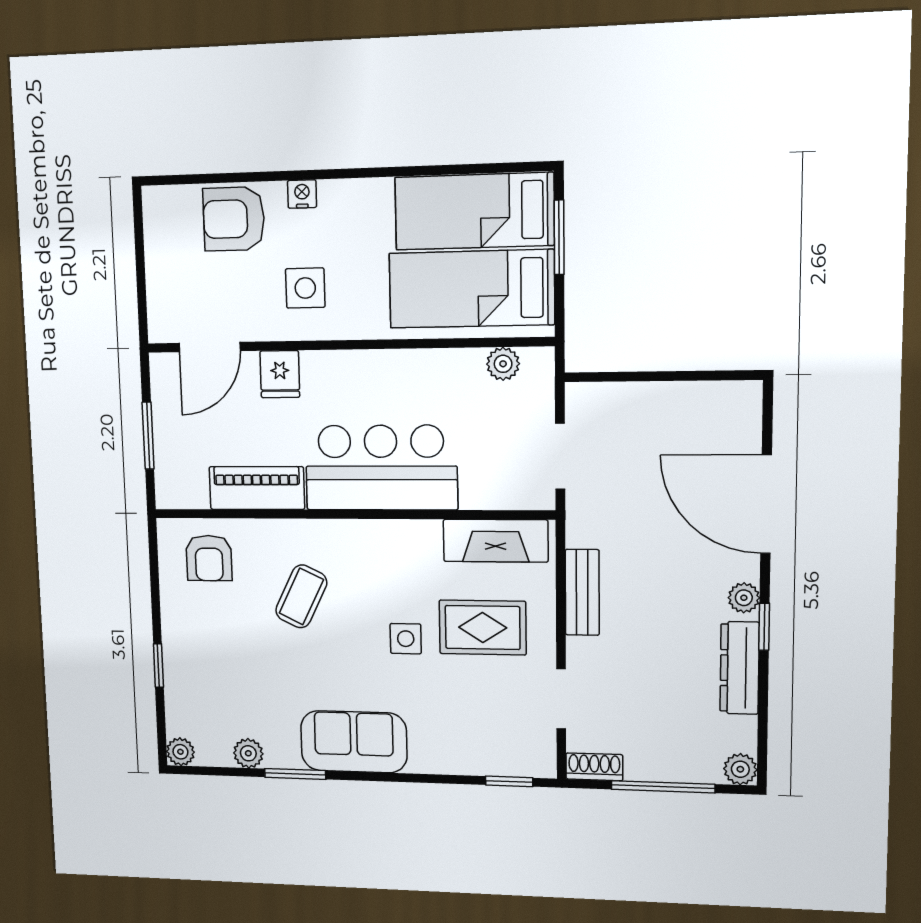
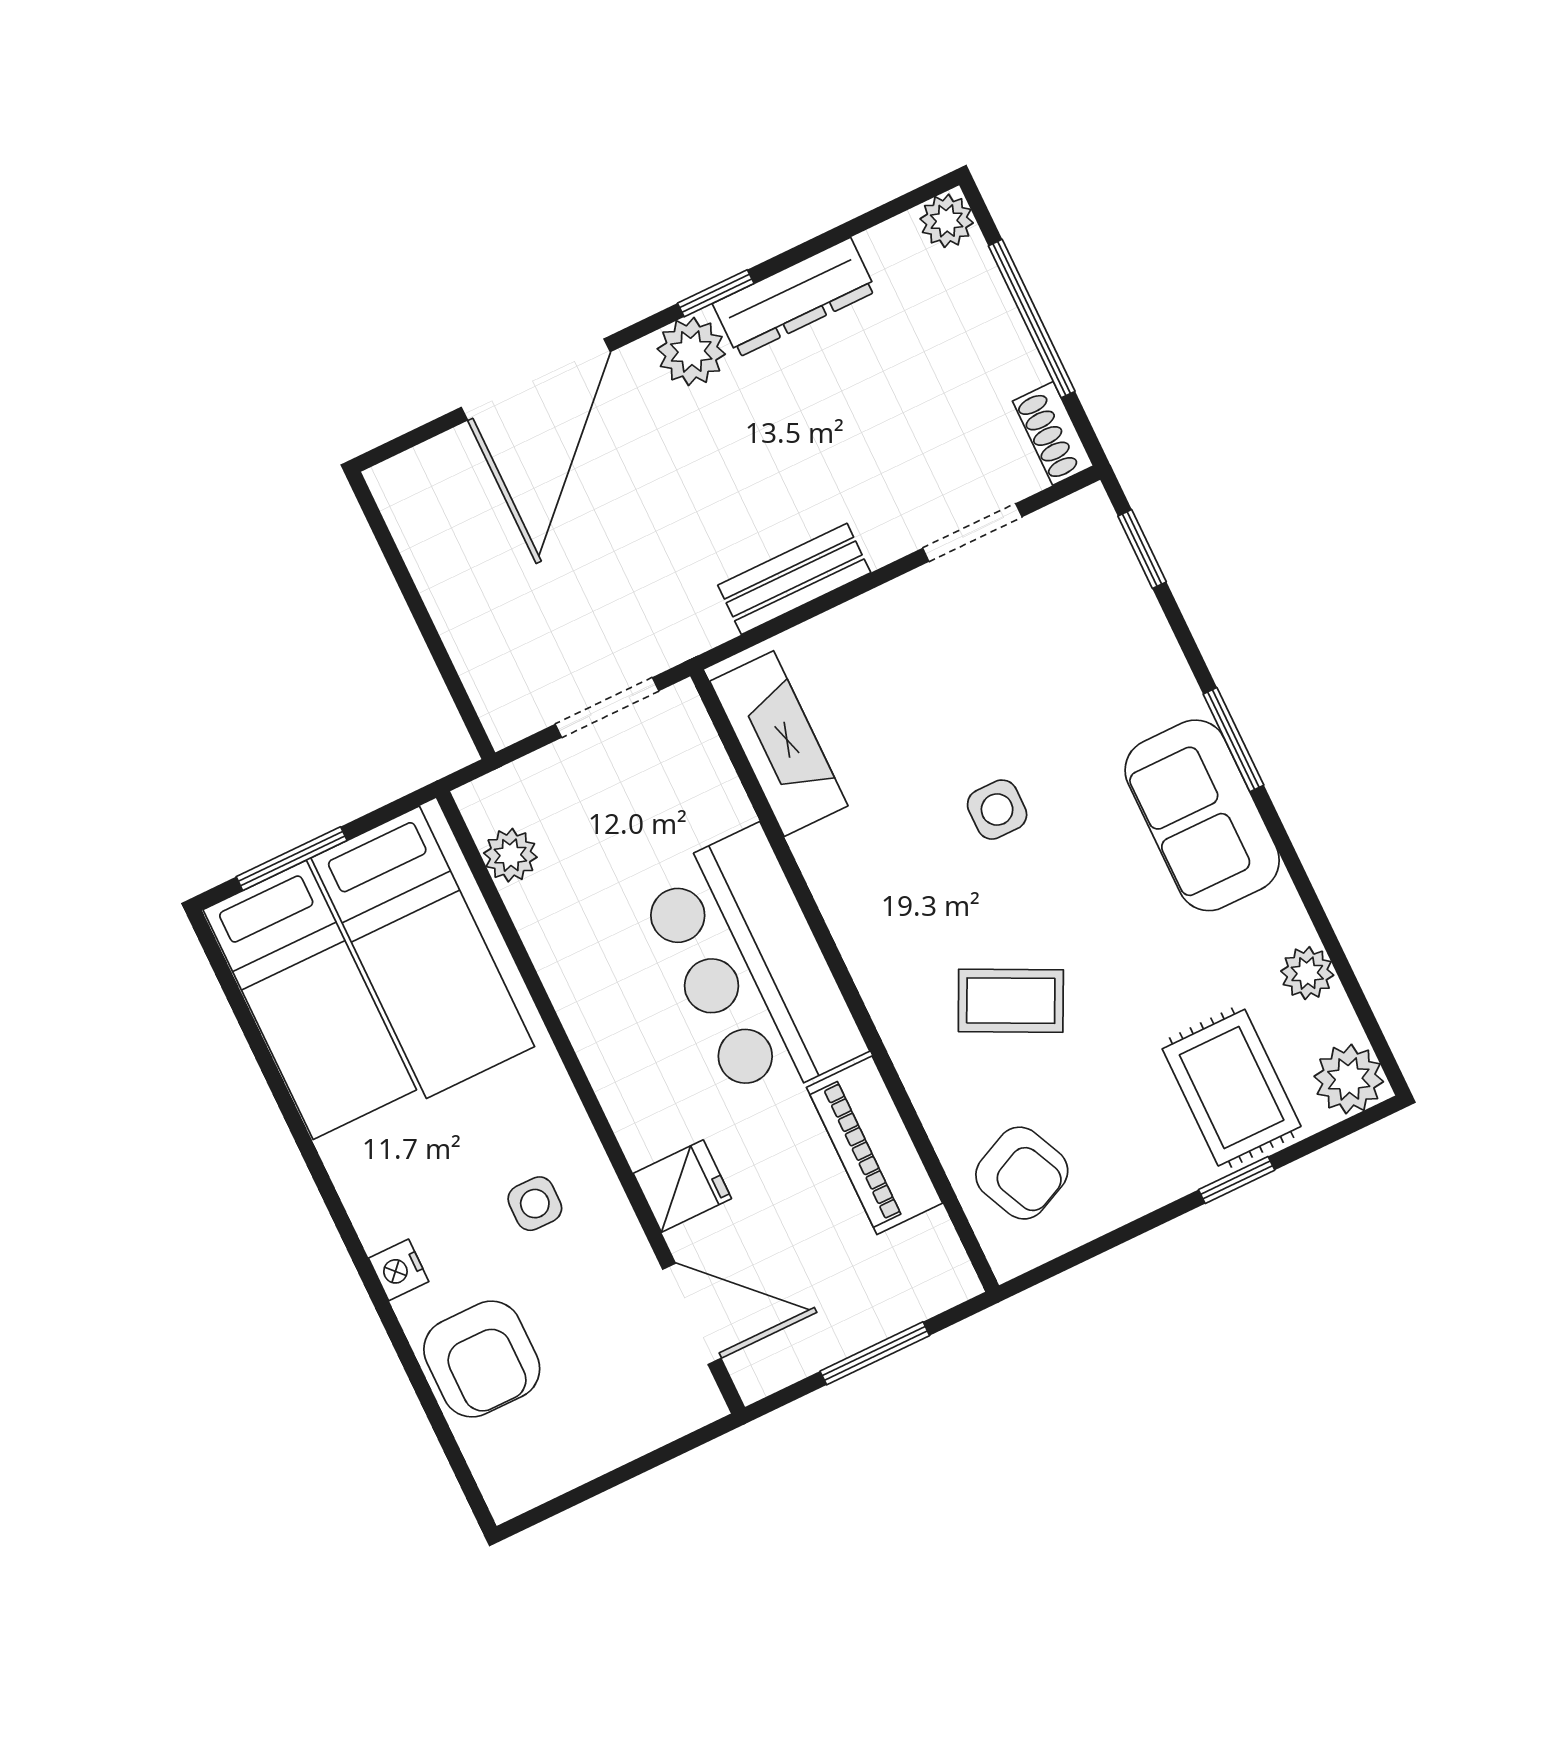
side table: (305, 288) -> (535, 1204), width x0.73, depth x0.73
armchair: (209, 558) -> (1022, 1173), turned 65
plant: (744, 598) -> (691, 351), width x1.38, depth x1.38
rug: (483, 628) -> (1232, 1088), moved
plant: (180, 752) -> (1349, 1079), width x1.38, depth x1.38
window: (295, 774) -> (1233, 740), moved

